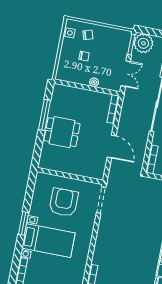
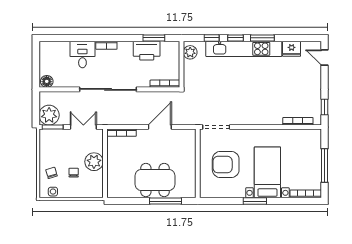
plant: (94, 82) -> (94, 162), width x1.88, depth x1.88
window: (45, 115) -> (165, 201), moved
dining table: (62, 132) -> (155, 180), width x1.38

